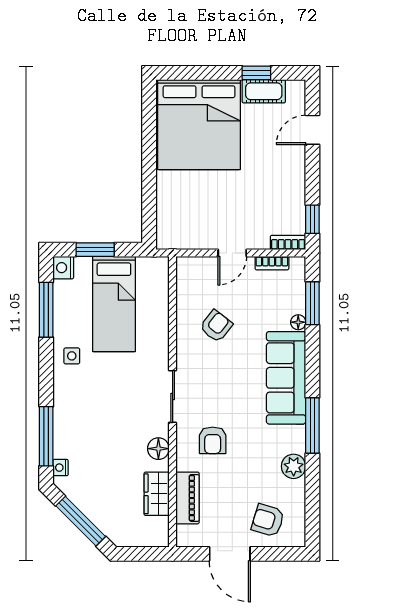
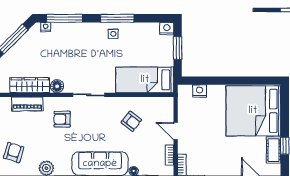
nightstand: (166, 213) -> (200, 91), added
bed: (114, 304) -> (145, 80), moved
window: (46, 310) -> (117, 18), moved
wardrobe: (157, 494) -> (30, 85), width x1.50

